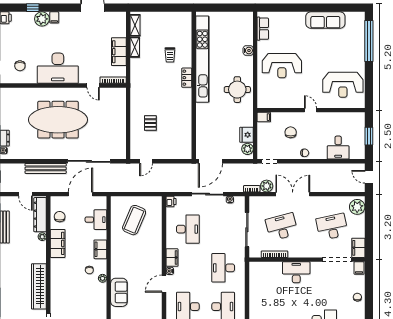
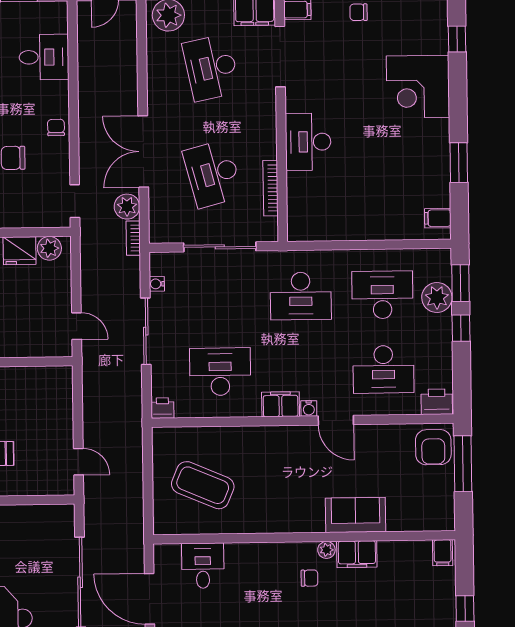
door: (210, 161) -> (77, 326), width x0.53
filing cabinet: (100, 249) -> (357, 554), moved

